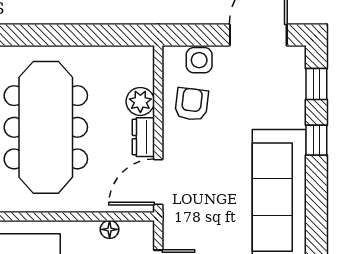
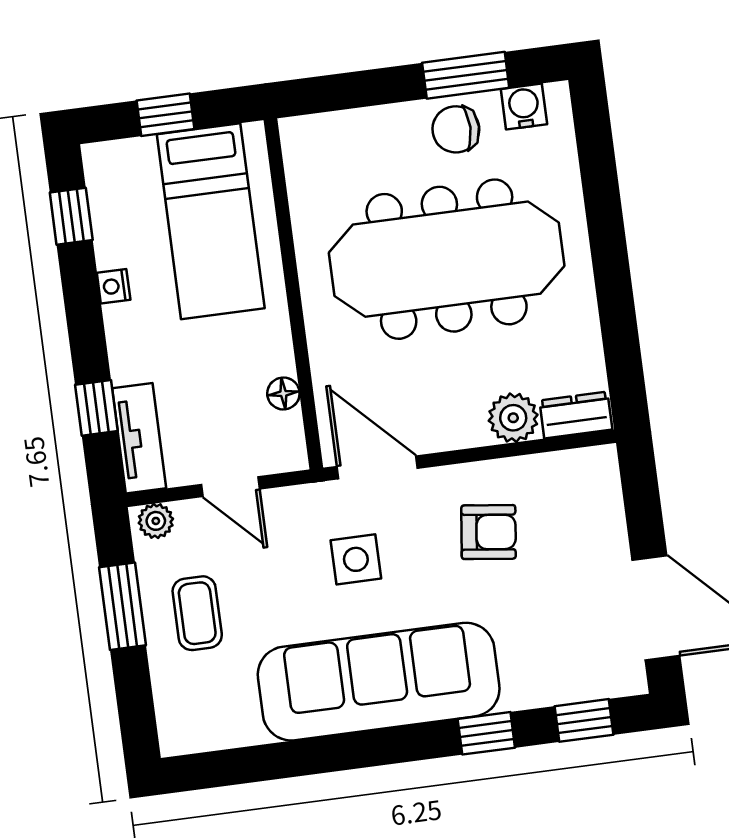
side table: (199, 60) -> (356, 559), moved
armchair: (192, 104) -> (489, 532), moved
dresser: (143, 137) -> (576, 415), moved

